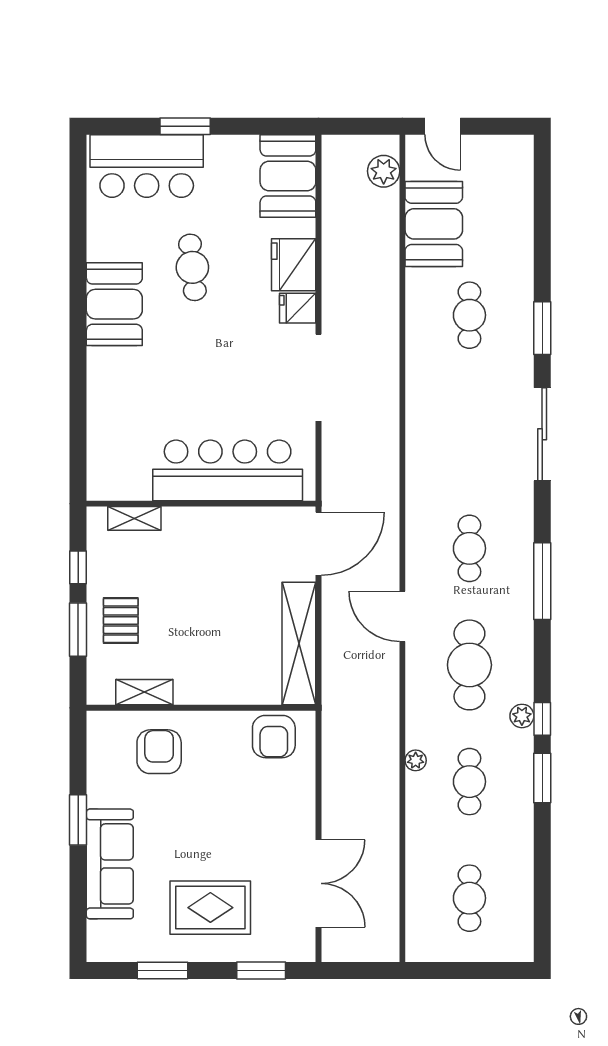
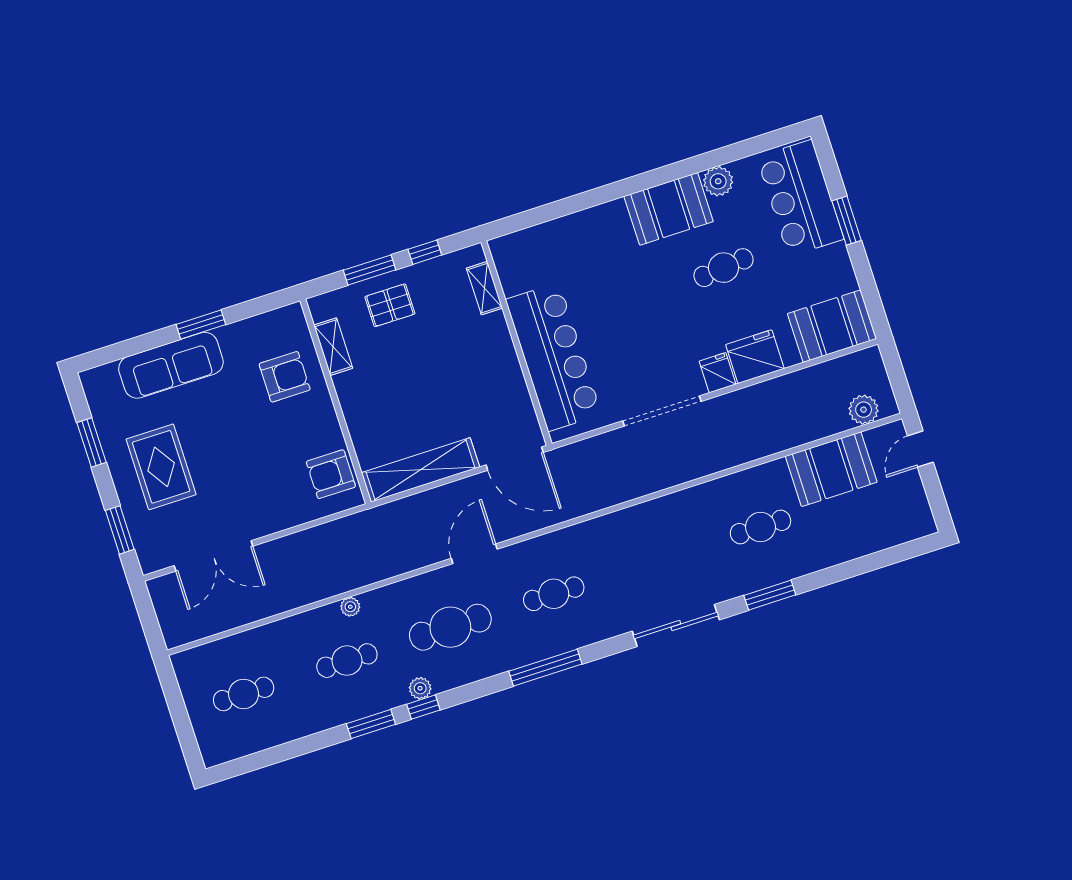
plant: (102, 244) -> (718, 181), added

